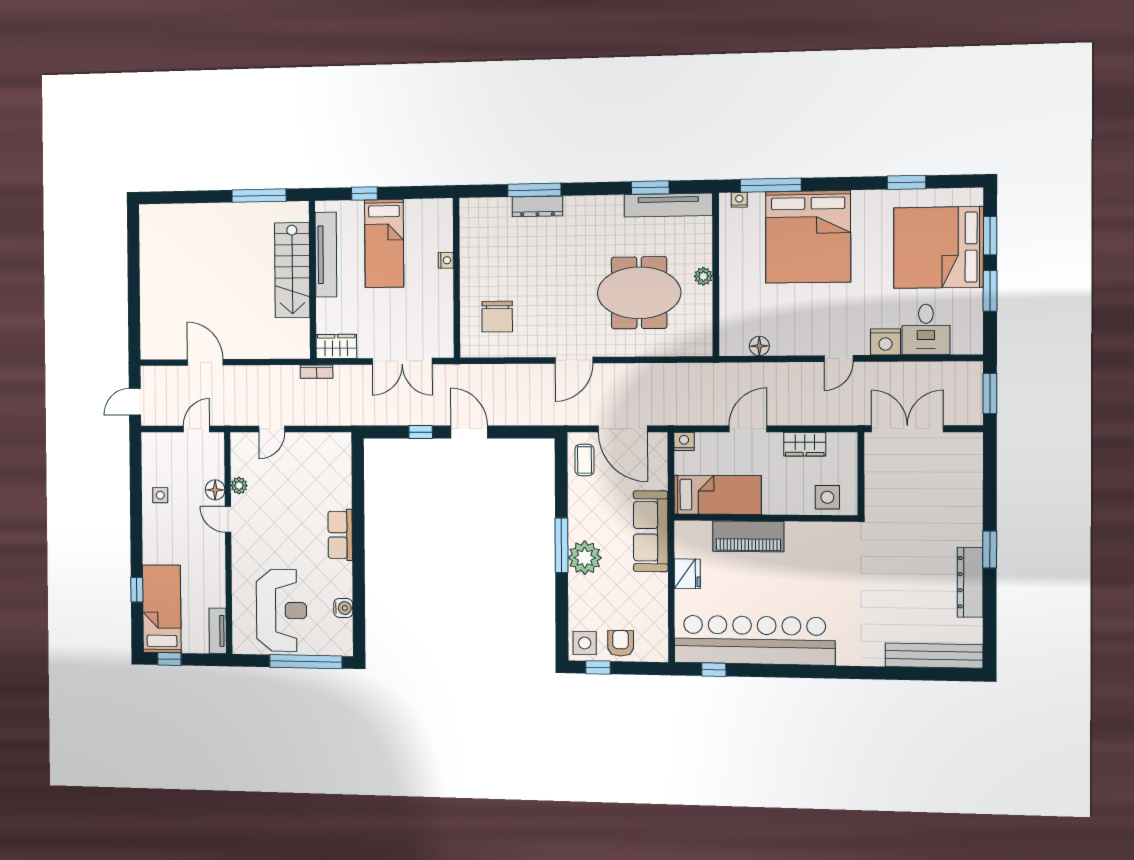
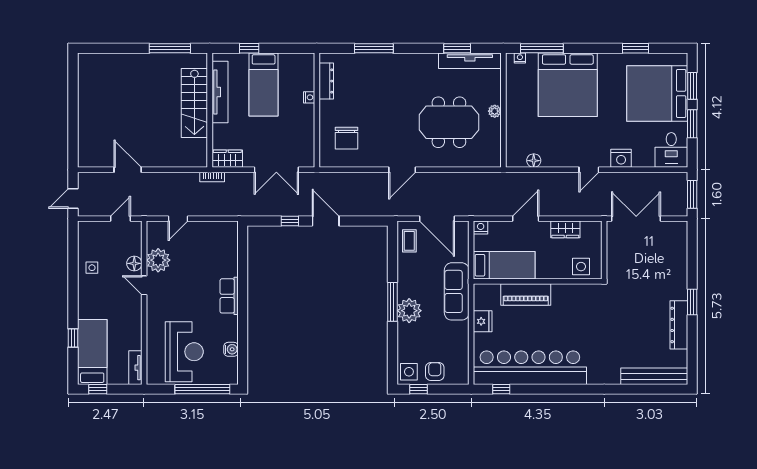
dresser: (537, 206) -> (326, 81), moved, turned -90
desk: (926, 329) -> (671, 150), moved
plant: (239, 486) -> (158, 260), width x1.87, depth x1.87

